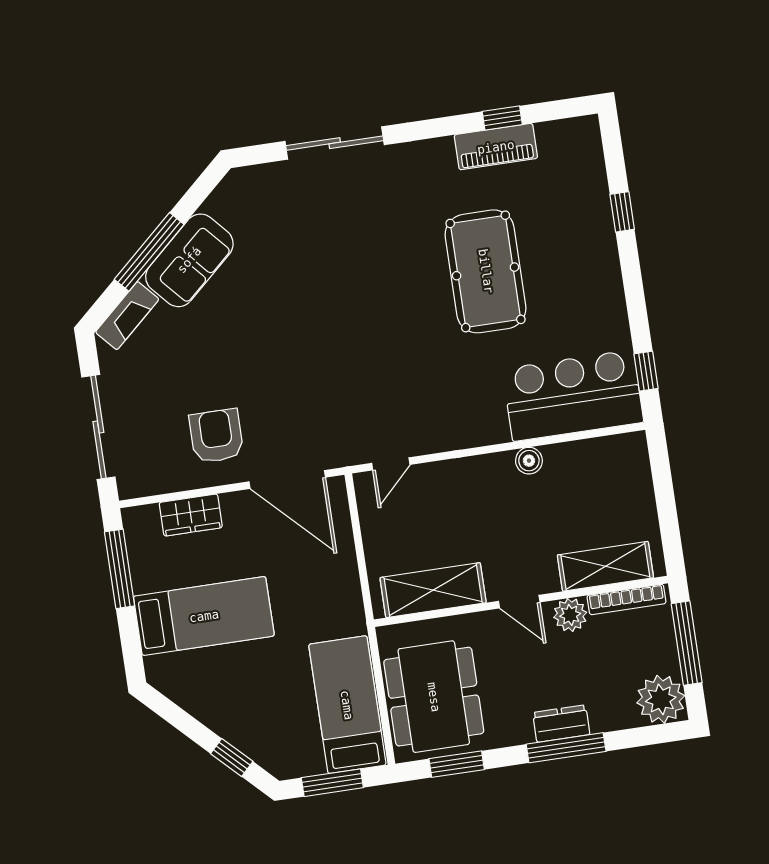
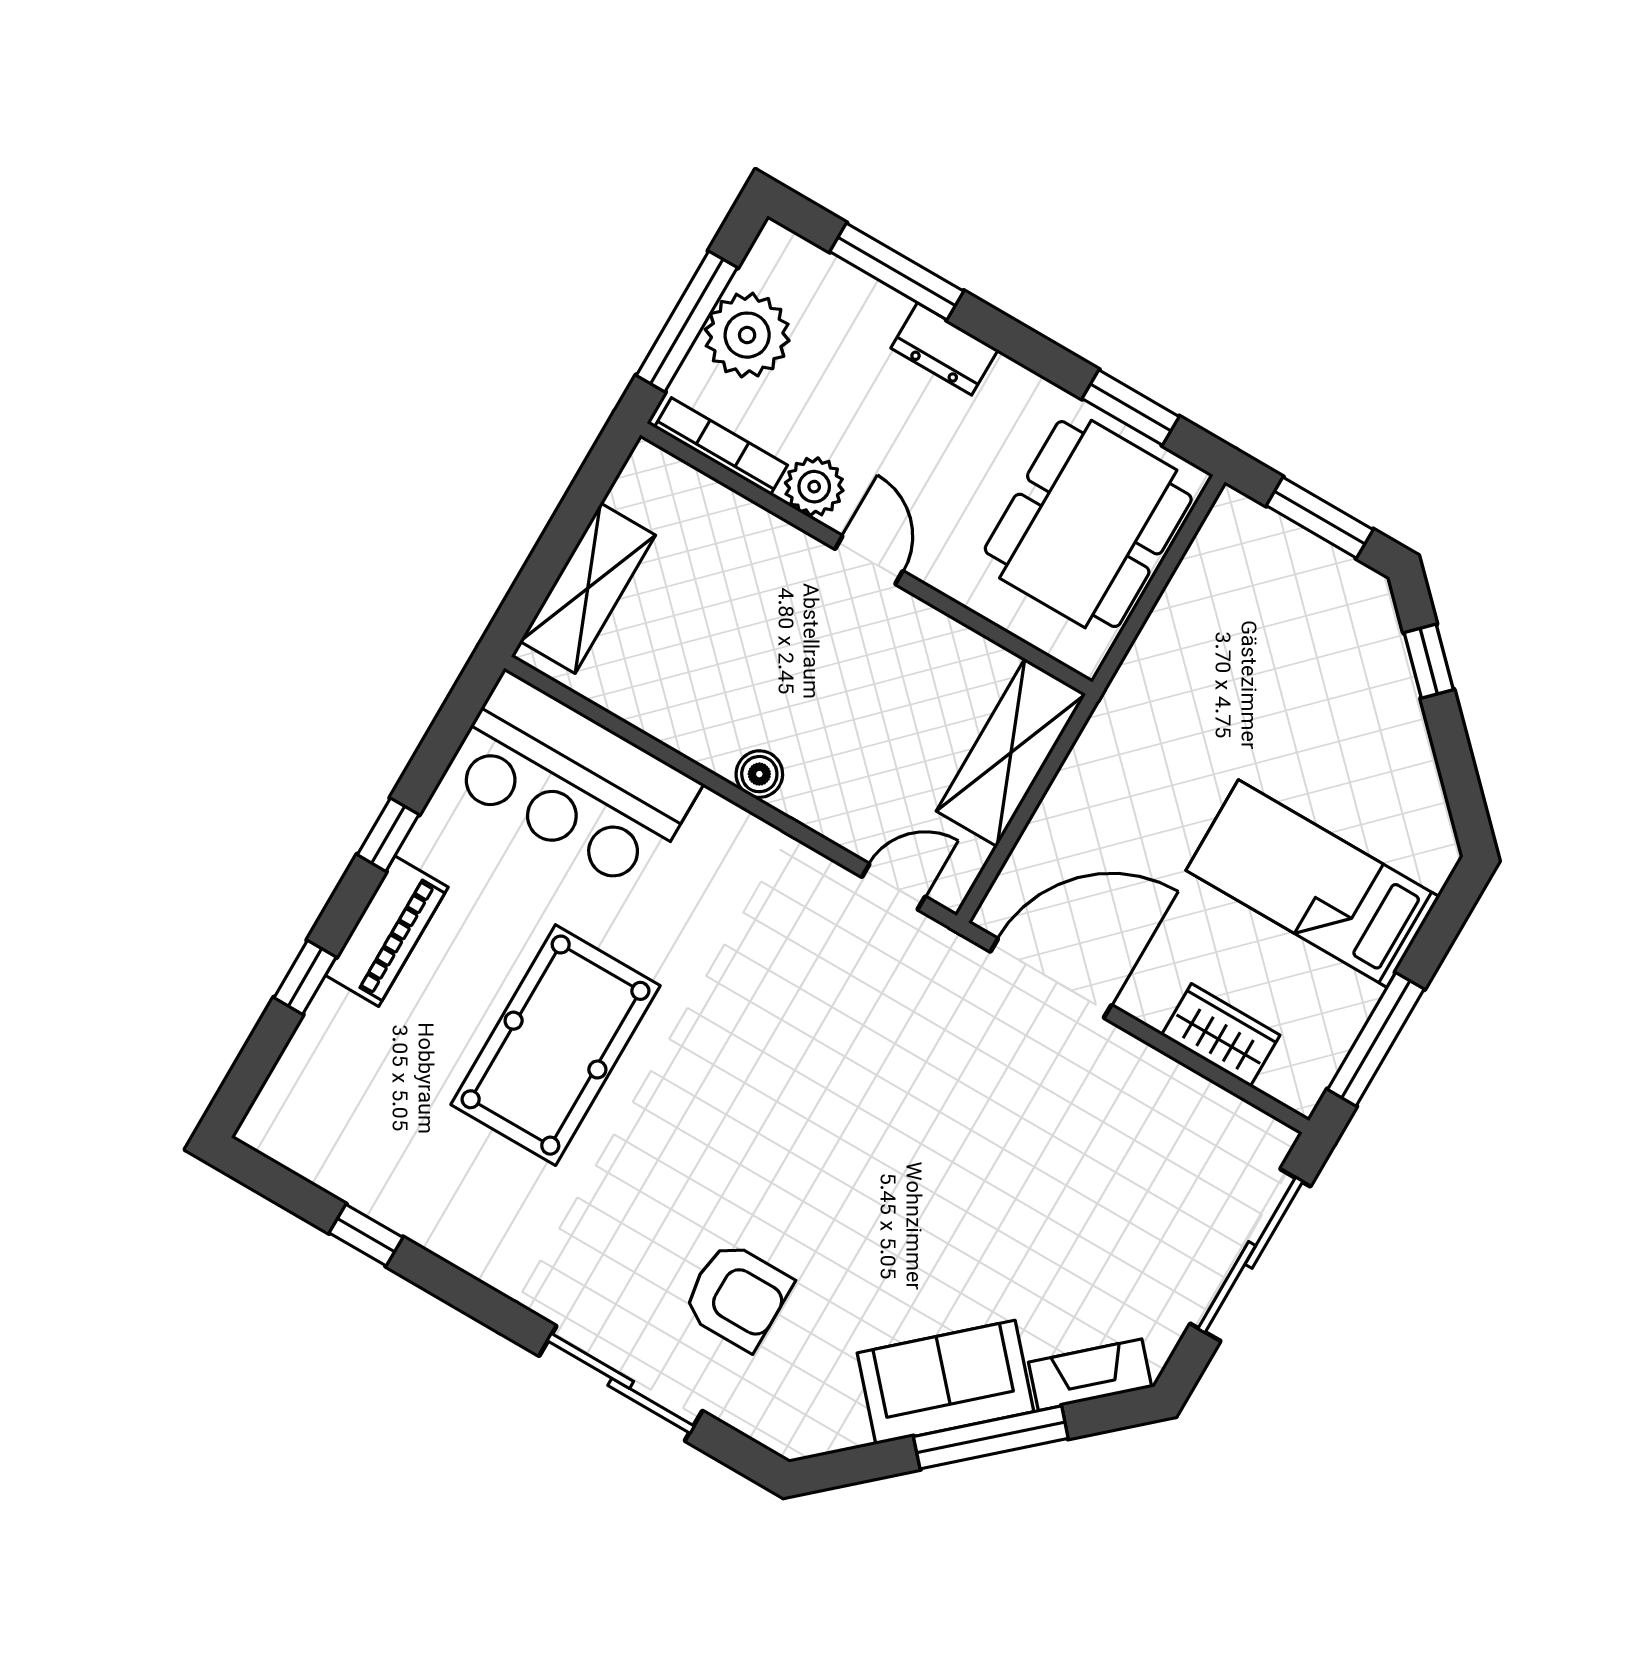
piano: (496, 147) -> (387, 931), moved, turned 90
window: (646, 371) -> (388, 835), moved
armchair: (216, 436) -> (737, 1296), moved, turned -90
boiler: (529, 461) -> (759, 774), moved
door: (287, 479) -> (1051, 978), hinge flipped
shelving: (605, 566) -> (588, 588), moved, turned 90
shelving: (433, 590) -> (1011, 752), moved, turned 90
plant: (661, 699) -> (747, 335), moved
bed: (347, 705) -> (1214, 607), removed
window: (566, 748) -> (897, 271), moved

